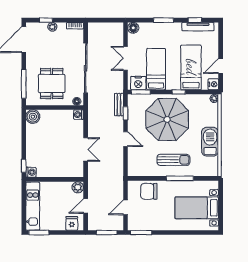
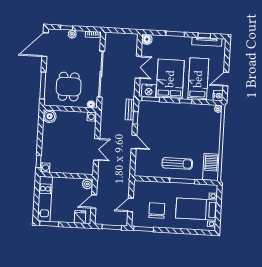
double door: (125, 58) -> (138, 67), swing flipped
bed: (156, 69) -> (170, 79), width x1.50
parasol: (167, 119) -> (174, 126), removed
barbecue: (210, 142) -> (211, 167), moved
chair: (149, 191) -> (157, 210), moved, turned 90

